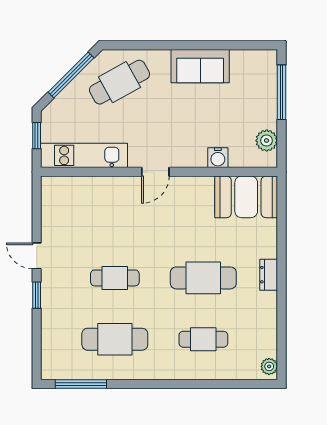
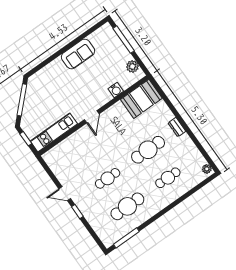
cafe table: (119, 82) -> (46, 87), removed

